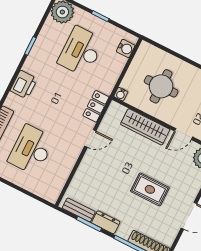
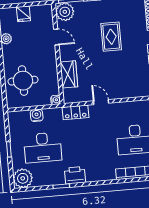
water cooler: (126, 48) -> (37, 115), moved
printer: (24, 85) -> (75, 175), moved
round table: (161, 86) -> (23, 81), moved
wardrobe: (145, 127) -> (69, 74), width x0.67

